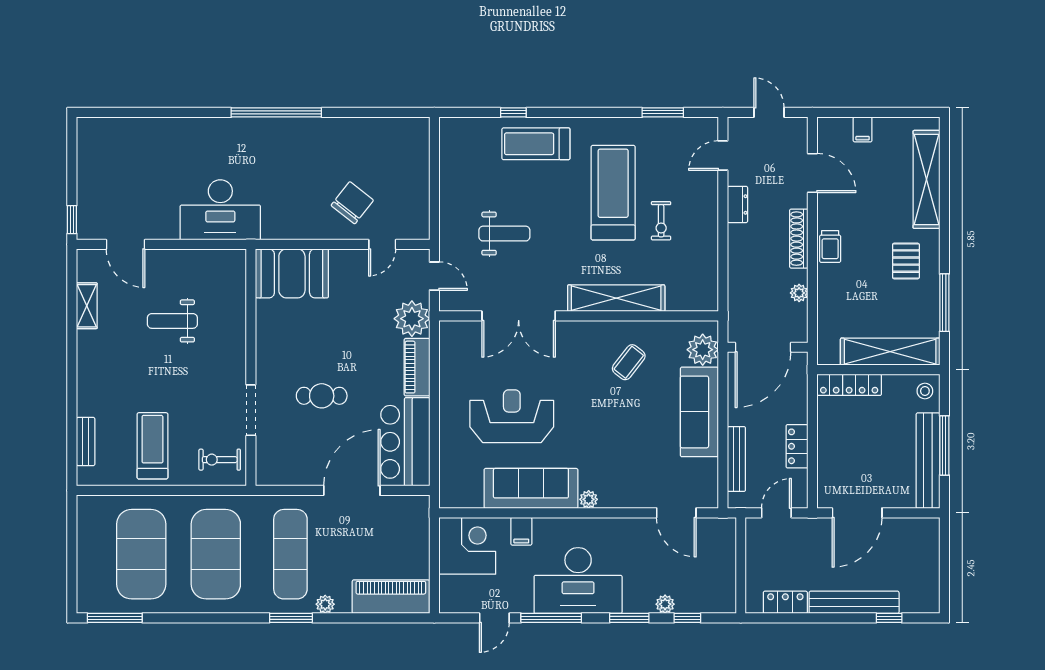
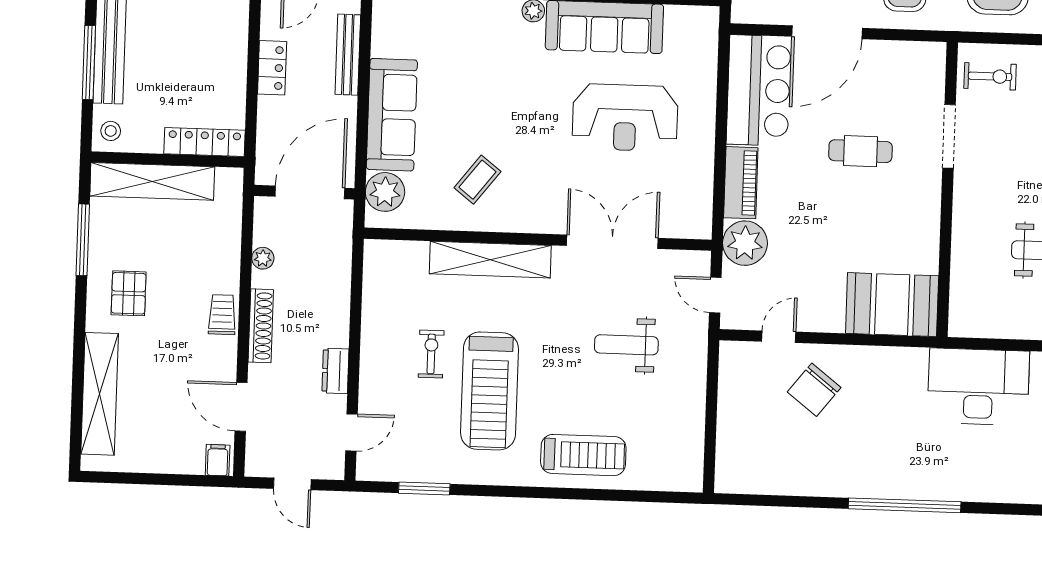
window: (513, 112) -> (610, 495), removed
filing cabinet: (863, 129) -> (218, 460), moved

